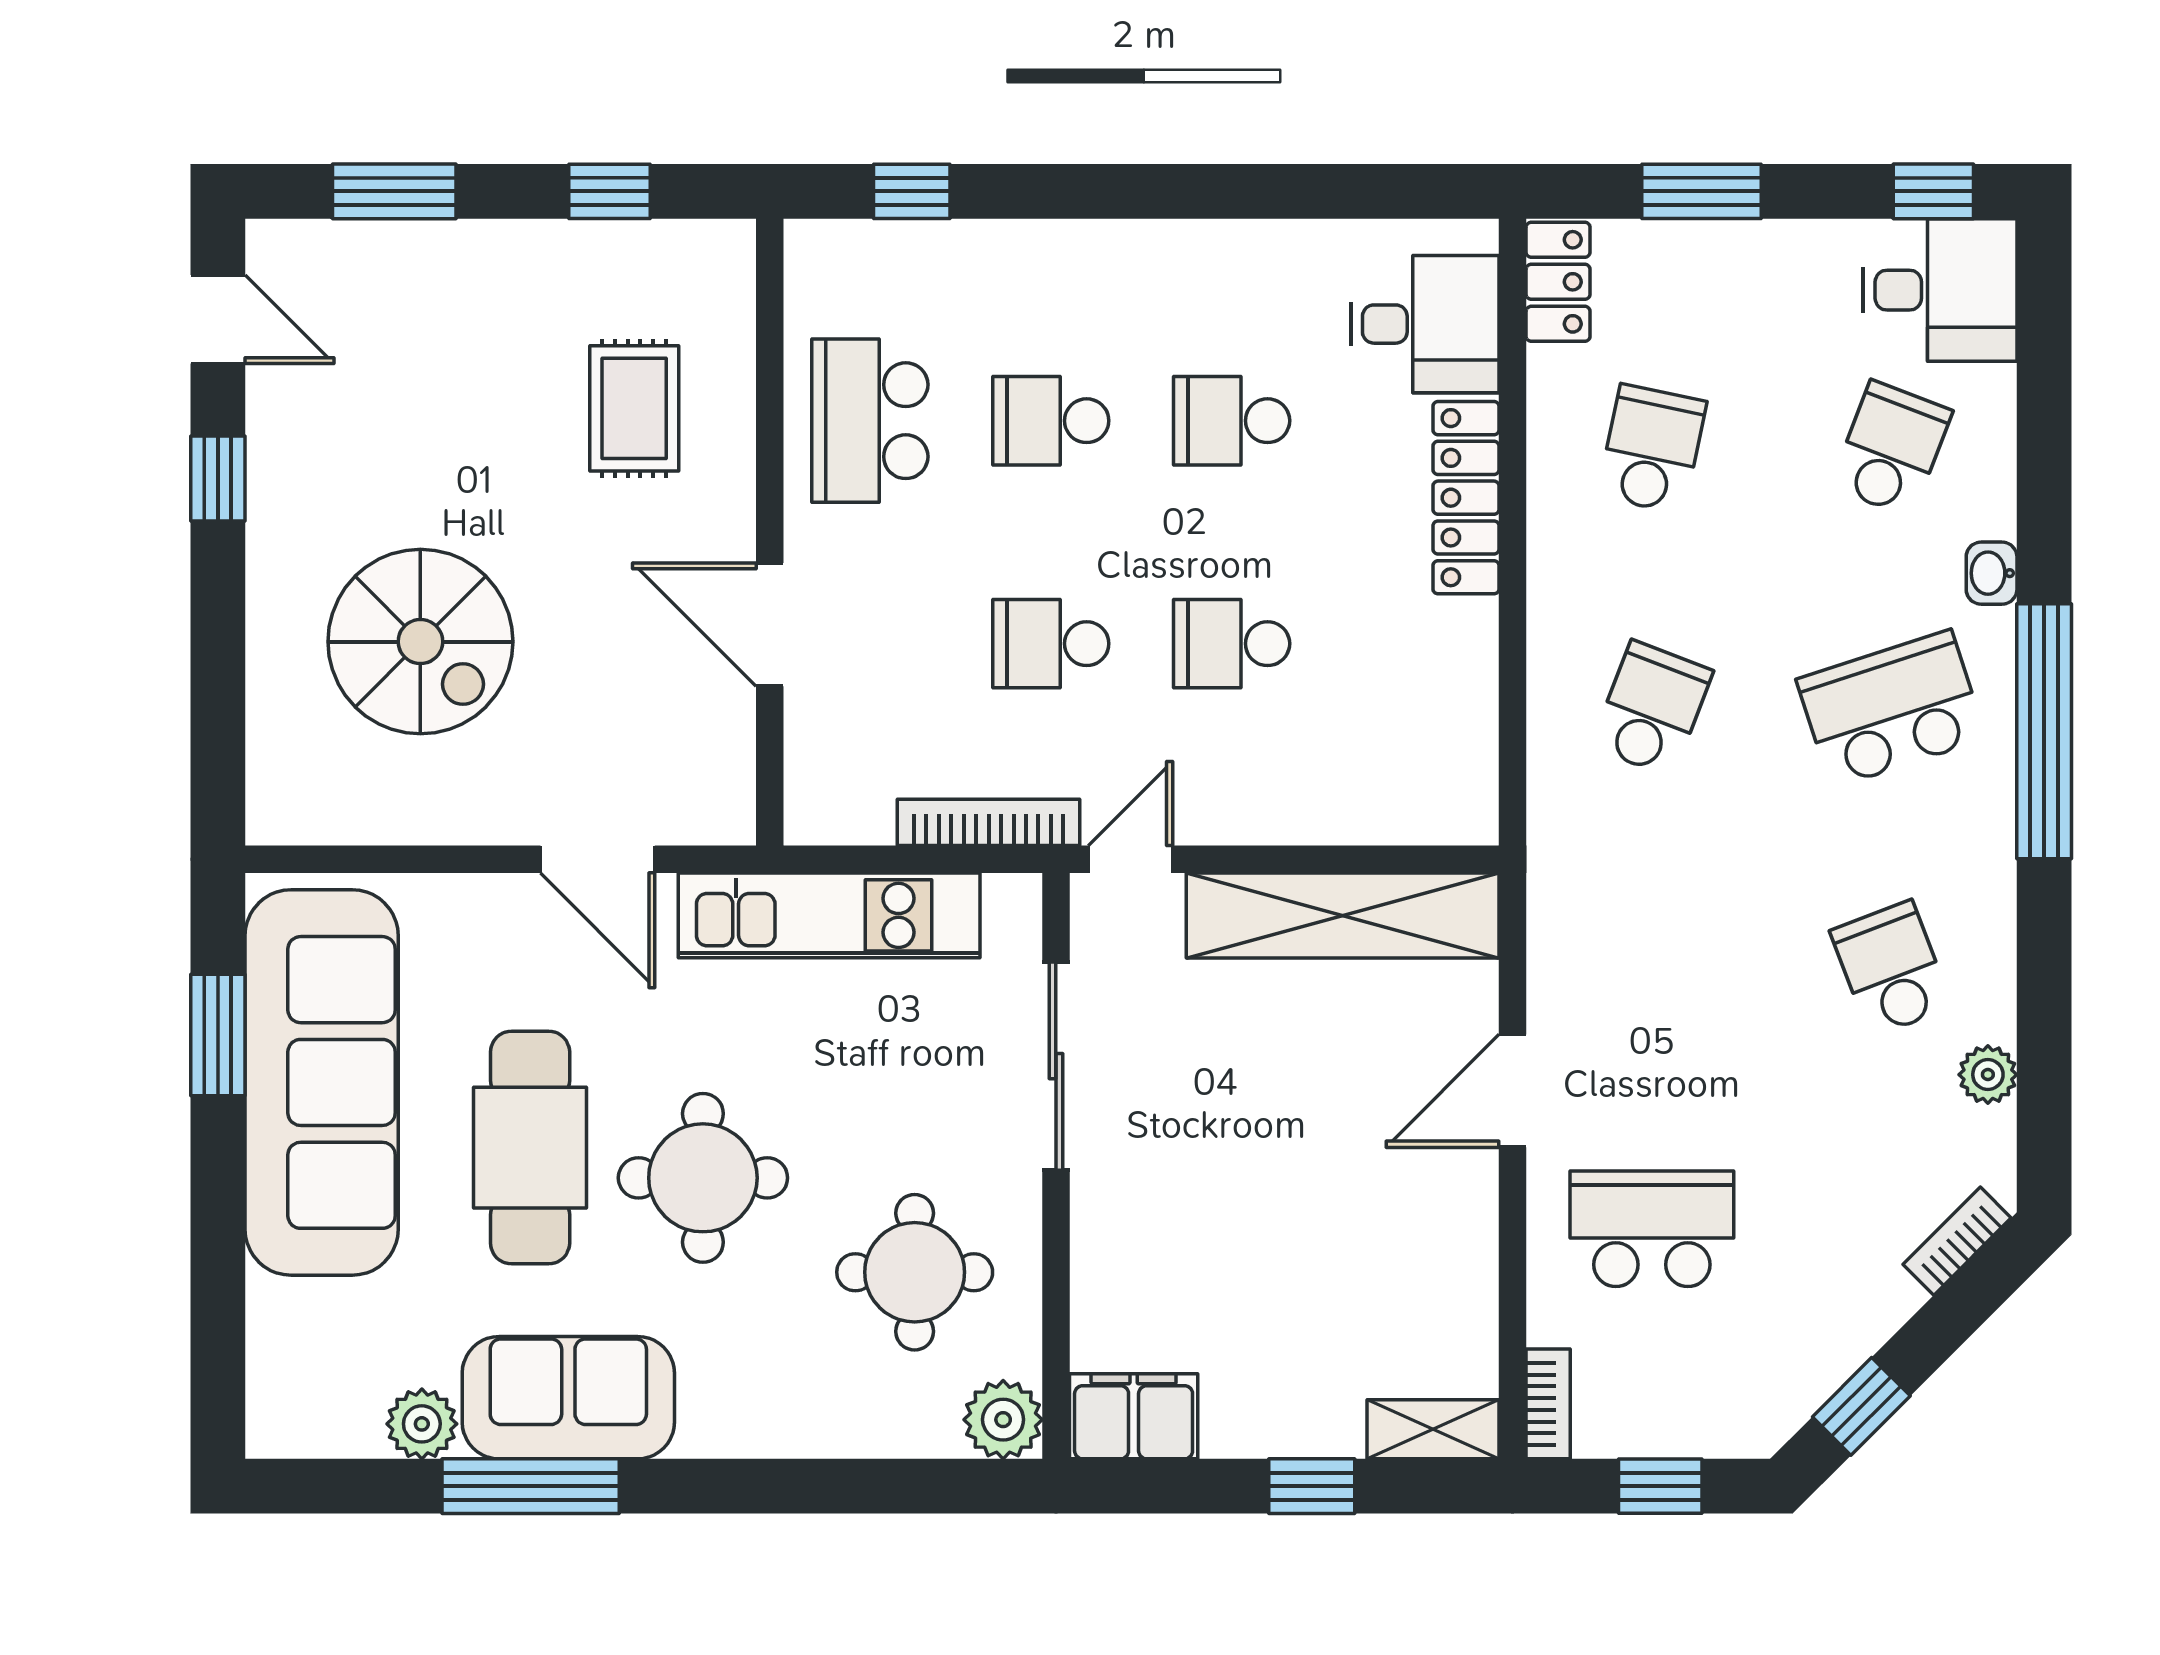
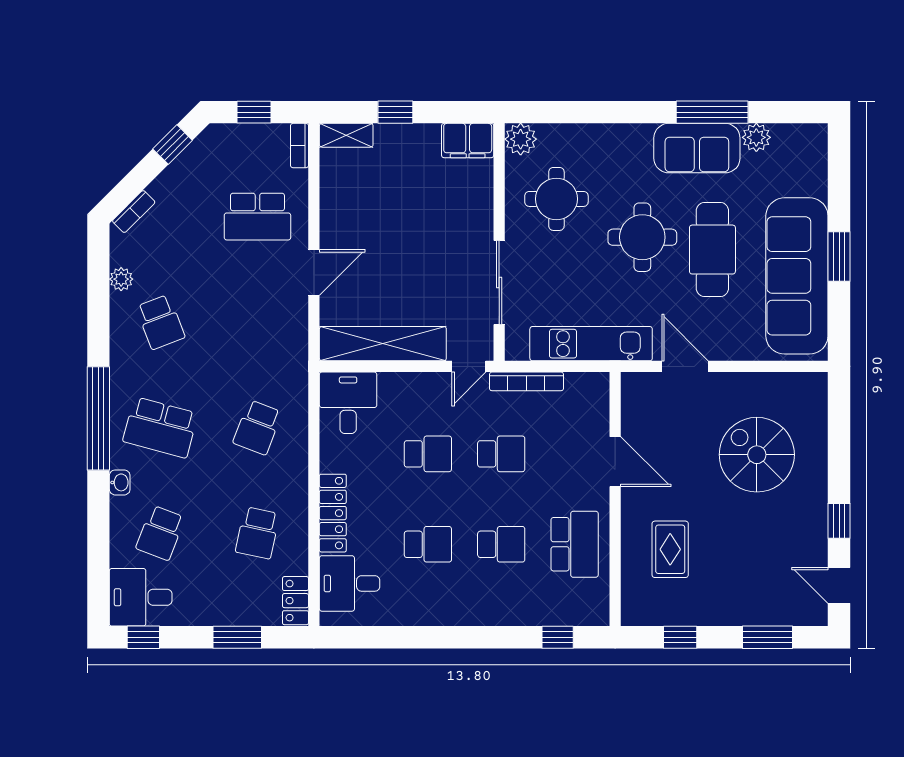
school desk: (1891, 709) -> (160, 427), turned 33
desk: (1428, 770) -> (348, 403), added
window: (218, 1035) -> (839, 257), moved

